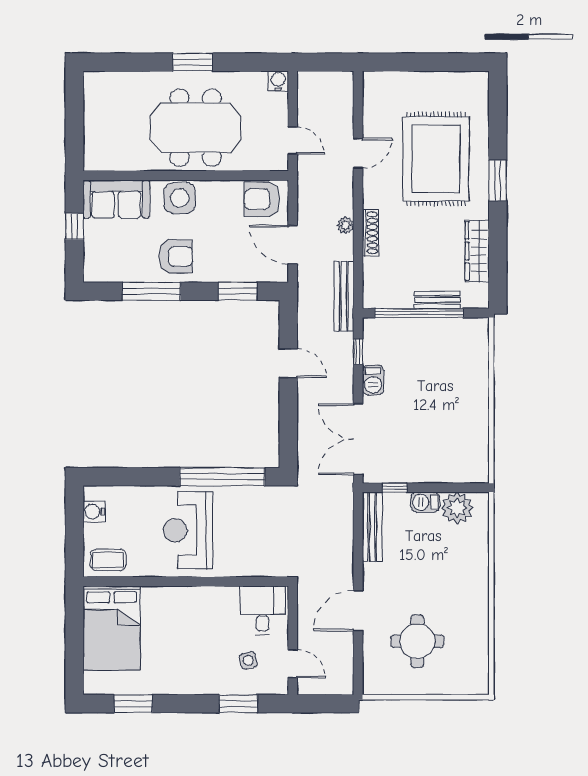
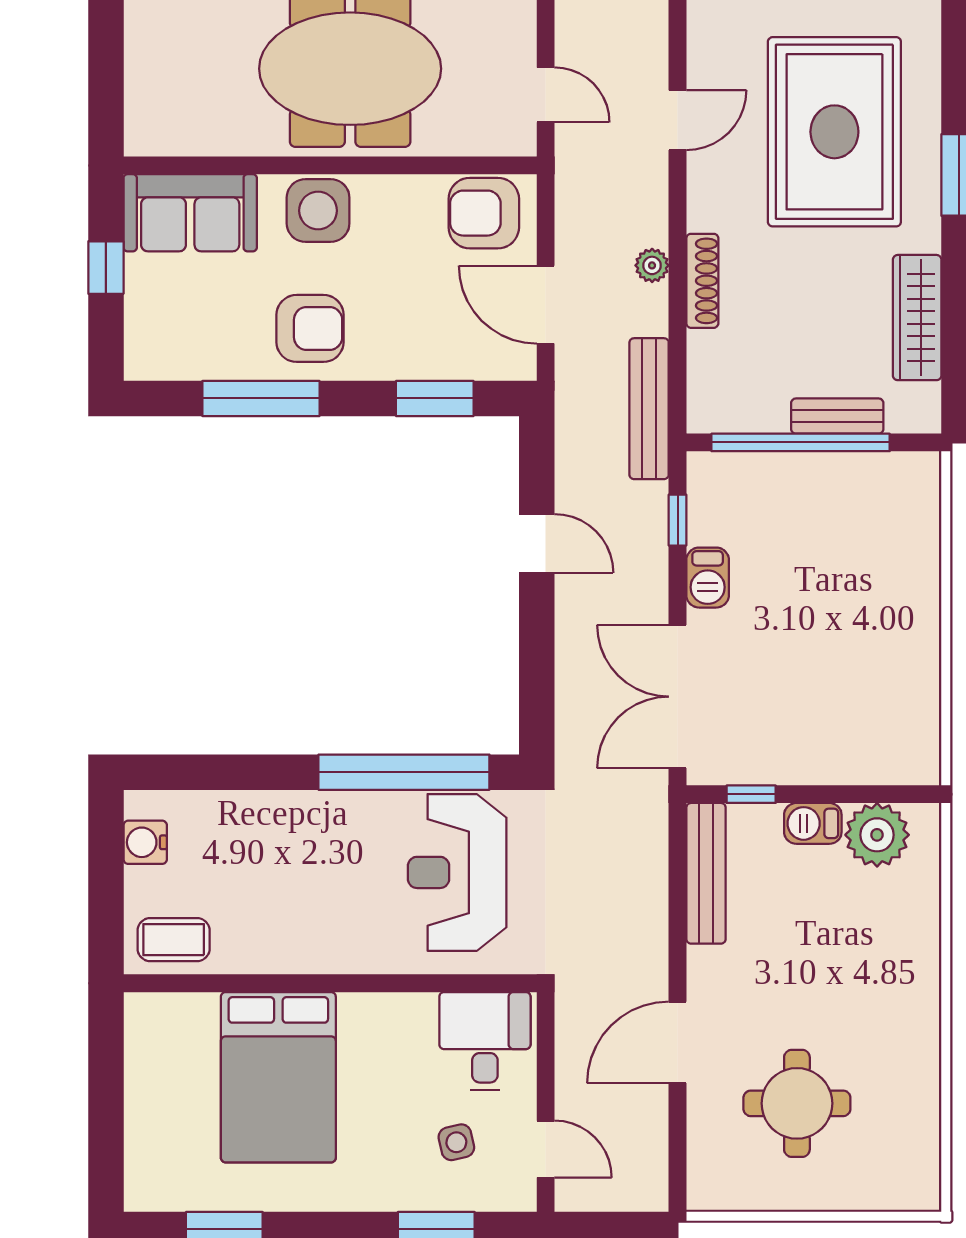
reception desk: (188, 530) -> (457, 872), moved
bed: (112, 628) -> (278, 1077), moved

